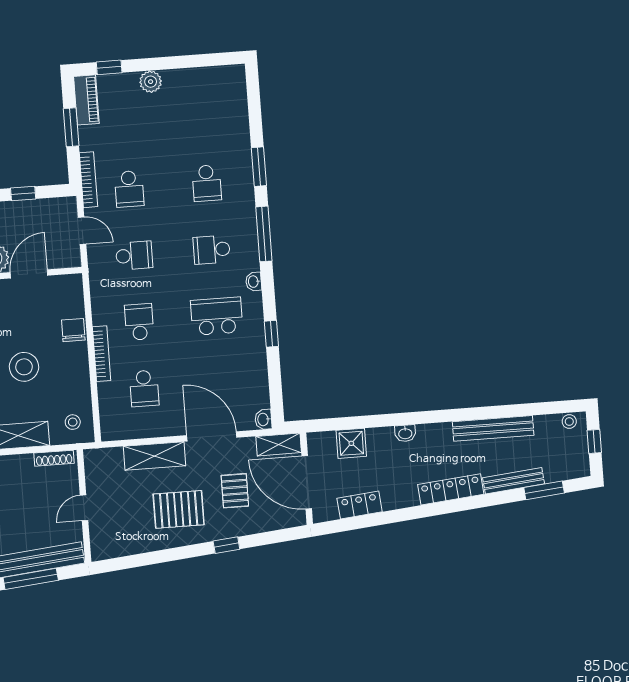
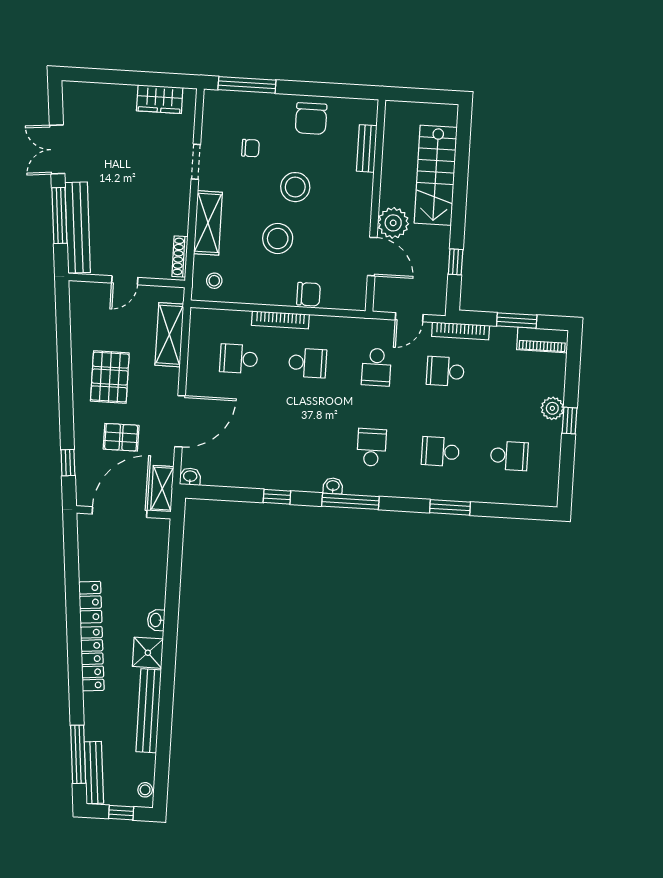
window: (109, 67) -> (569, 421), moved
window: (264, 234) -> (350, 501), moved
school desk: (217, 316) -> (509, 456), moved, width x0.54
shower: (351, 443) -> (148, 653), moved
shelving: (154, 456) -> (169, 335), moved
bench: (514, 481) -> (94, 773), moved
window: (544, 490) -> (78, 754), width x1.44
locker: (360, 505) -> (90, 602), moved
door: (84, 508) -> (125, 280), swing flipped
window: (226, 545) -> (68, 463), moved

